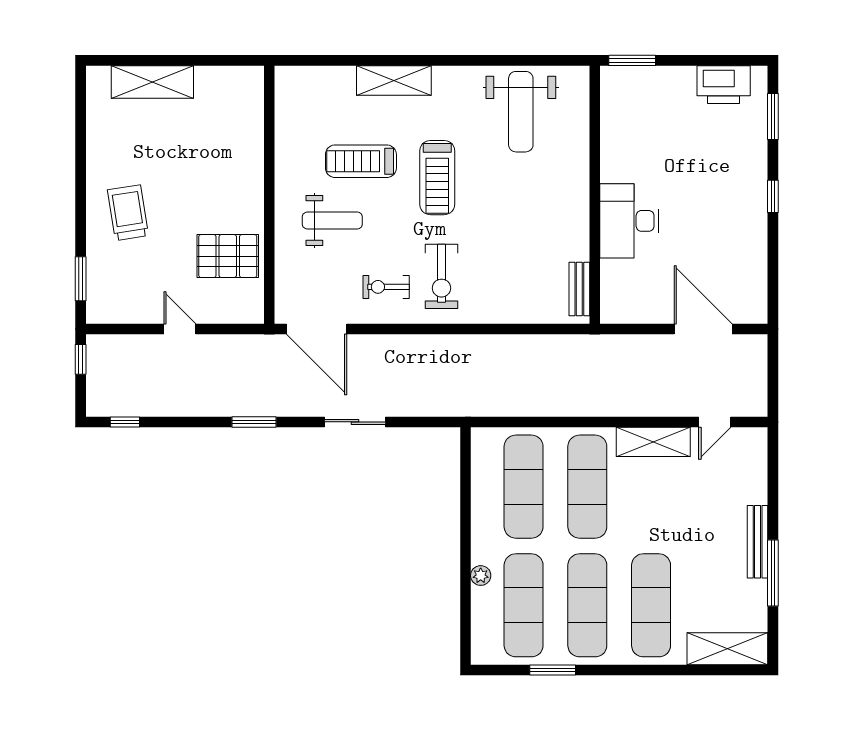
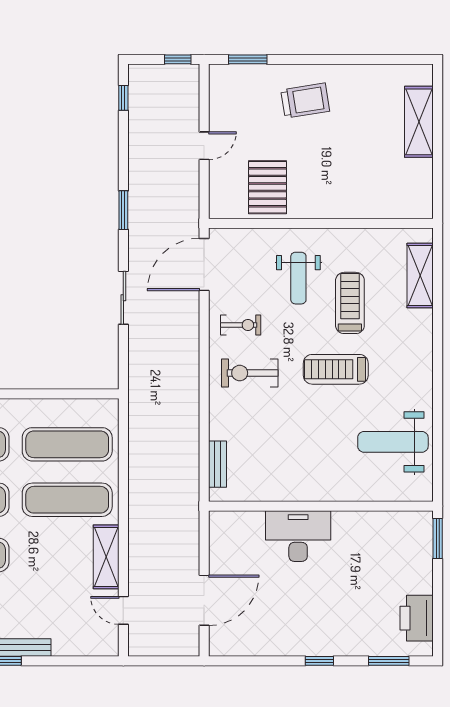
shelving: (394, 80) -> (420, 276), moved
exercise bike: (386, 287) -> (241, 325), turned 90
bench: (579, 289) -> (218, 464), moved, turned 90

